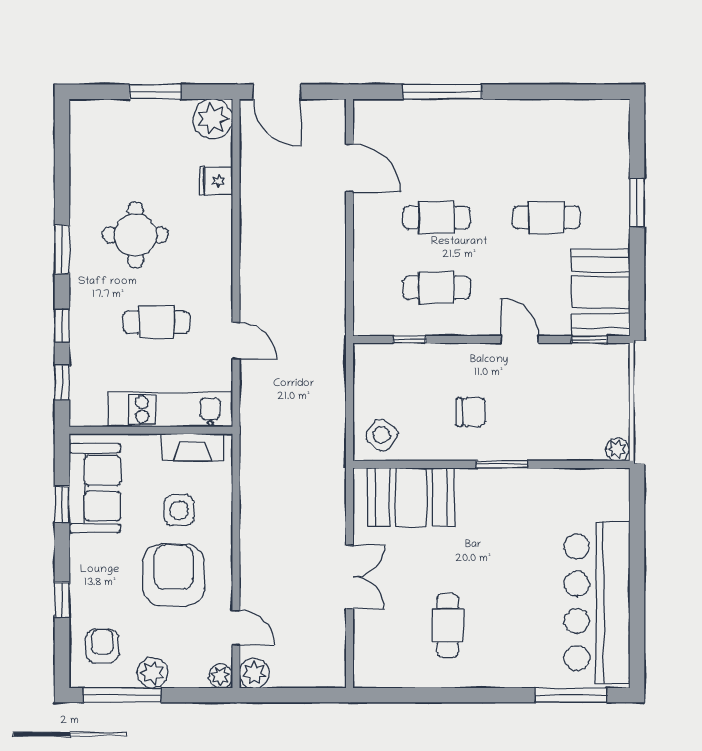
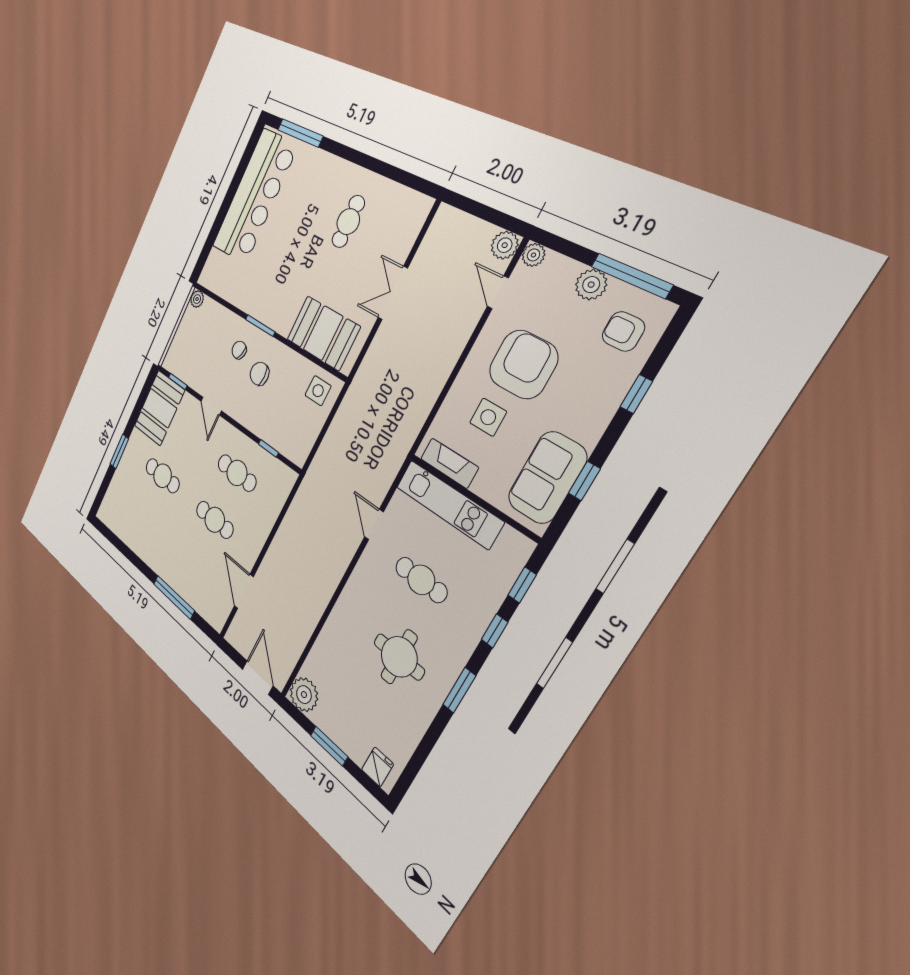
fridge: (216, 181) -> (378, 767), moved, turned -90
chair: (516, 423) -> (239, 350), added
side table: (382, 435) -> (318, 391), turned -36
armchair: (174, 575) -> (523, 364), turned 180
armchair: (102, 646) -> (623, 331), turned 90

